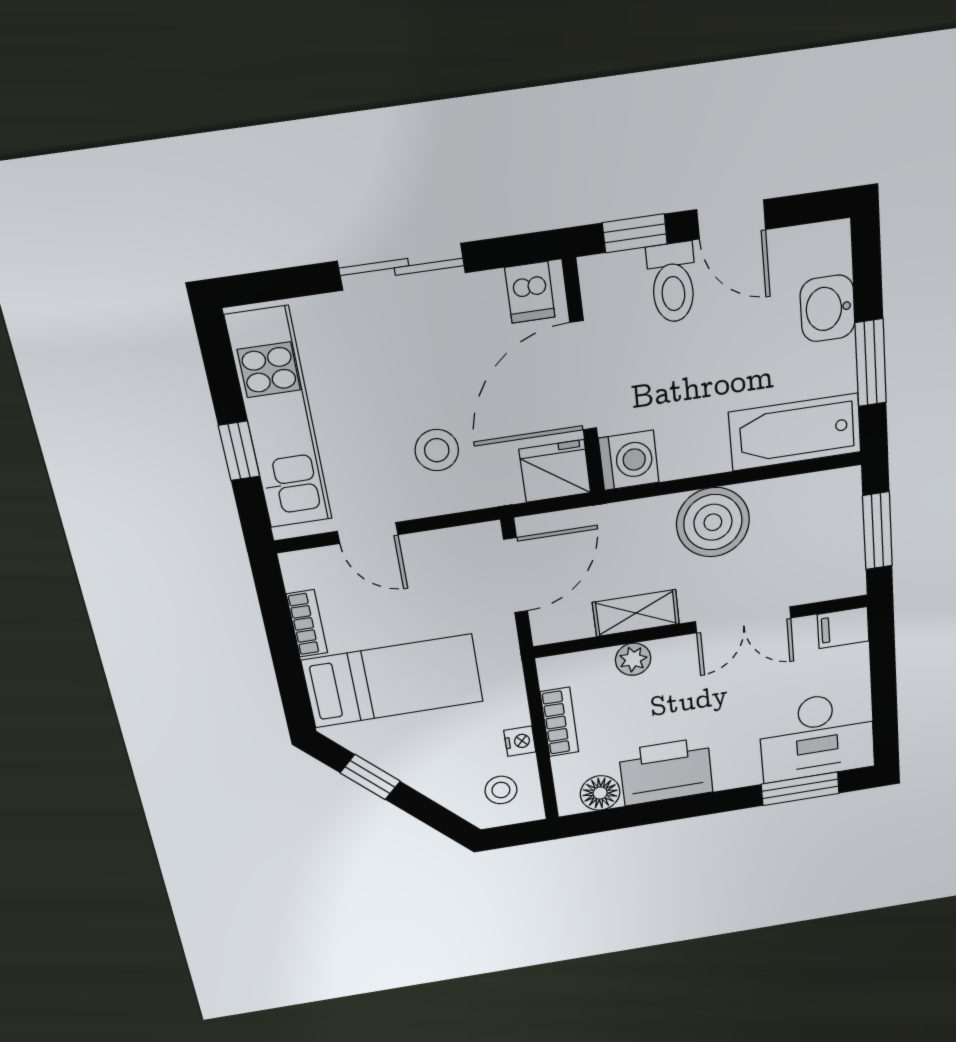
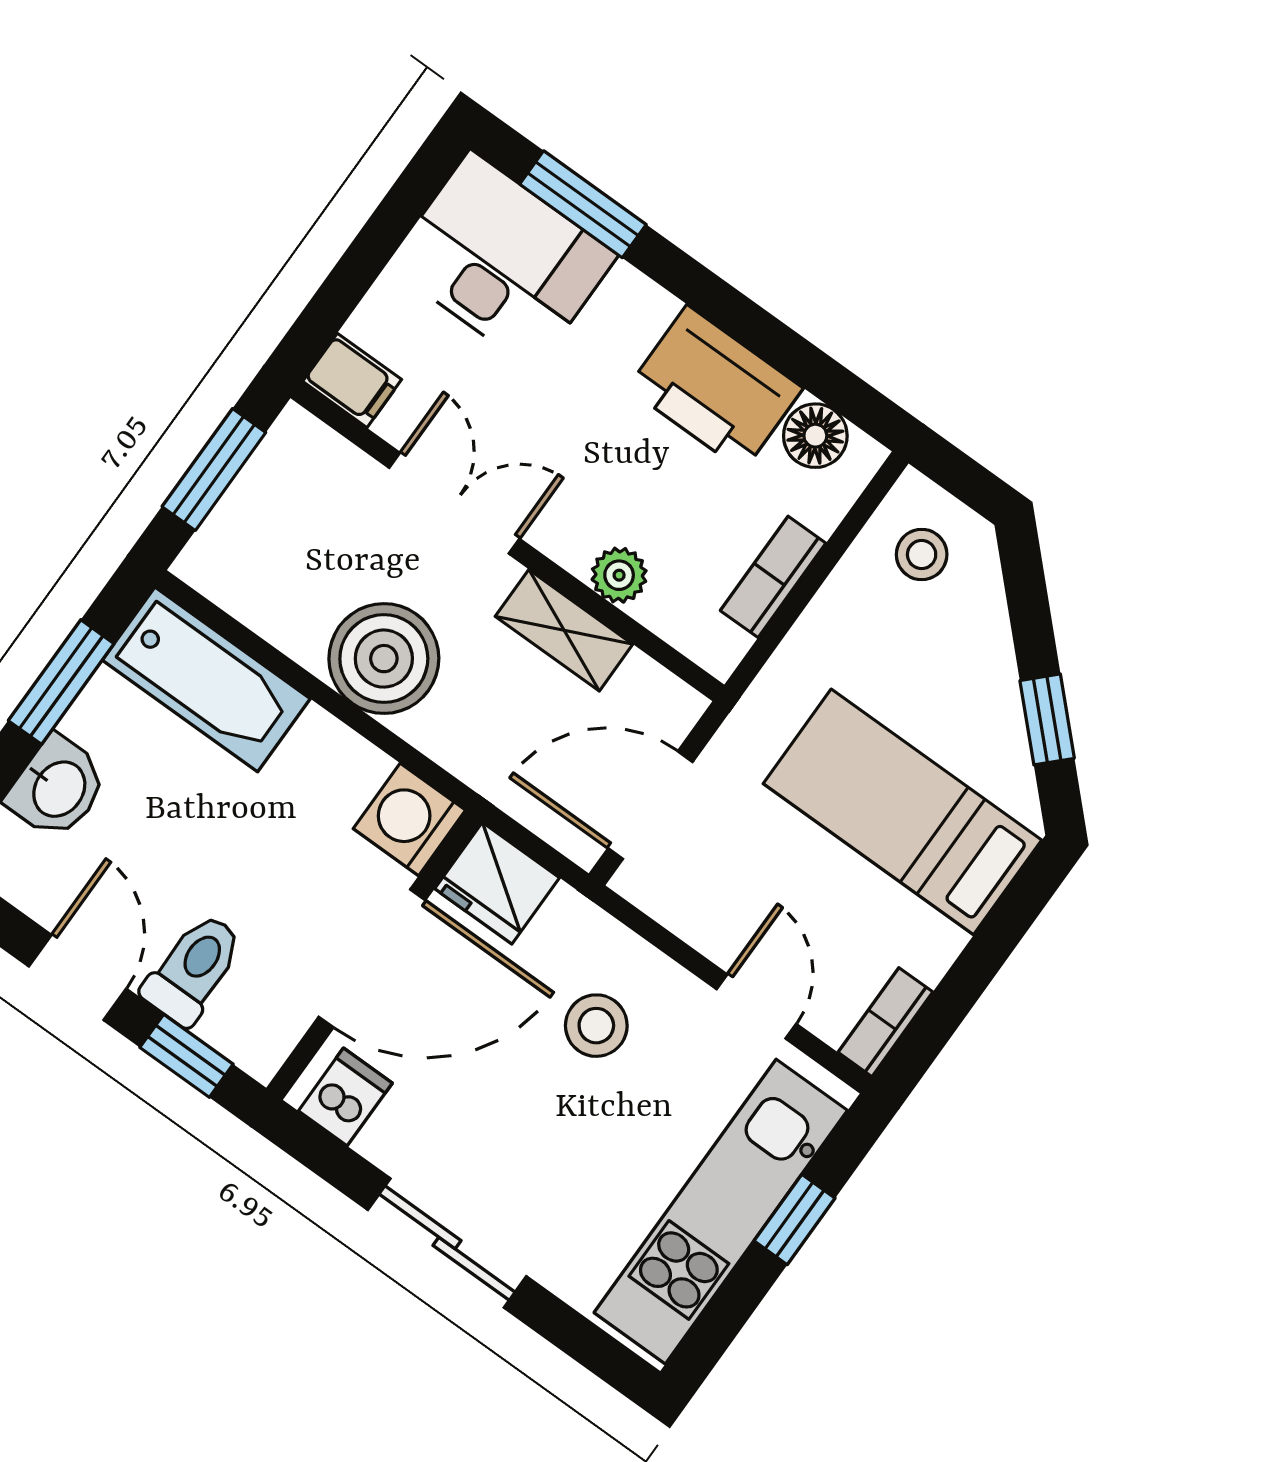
bookcase: (307, 623) -> (885, 1022), moved
nightstand: (520, 741) -> (840, 597), removed

